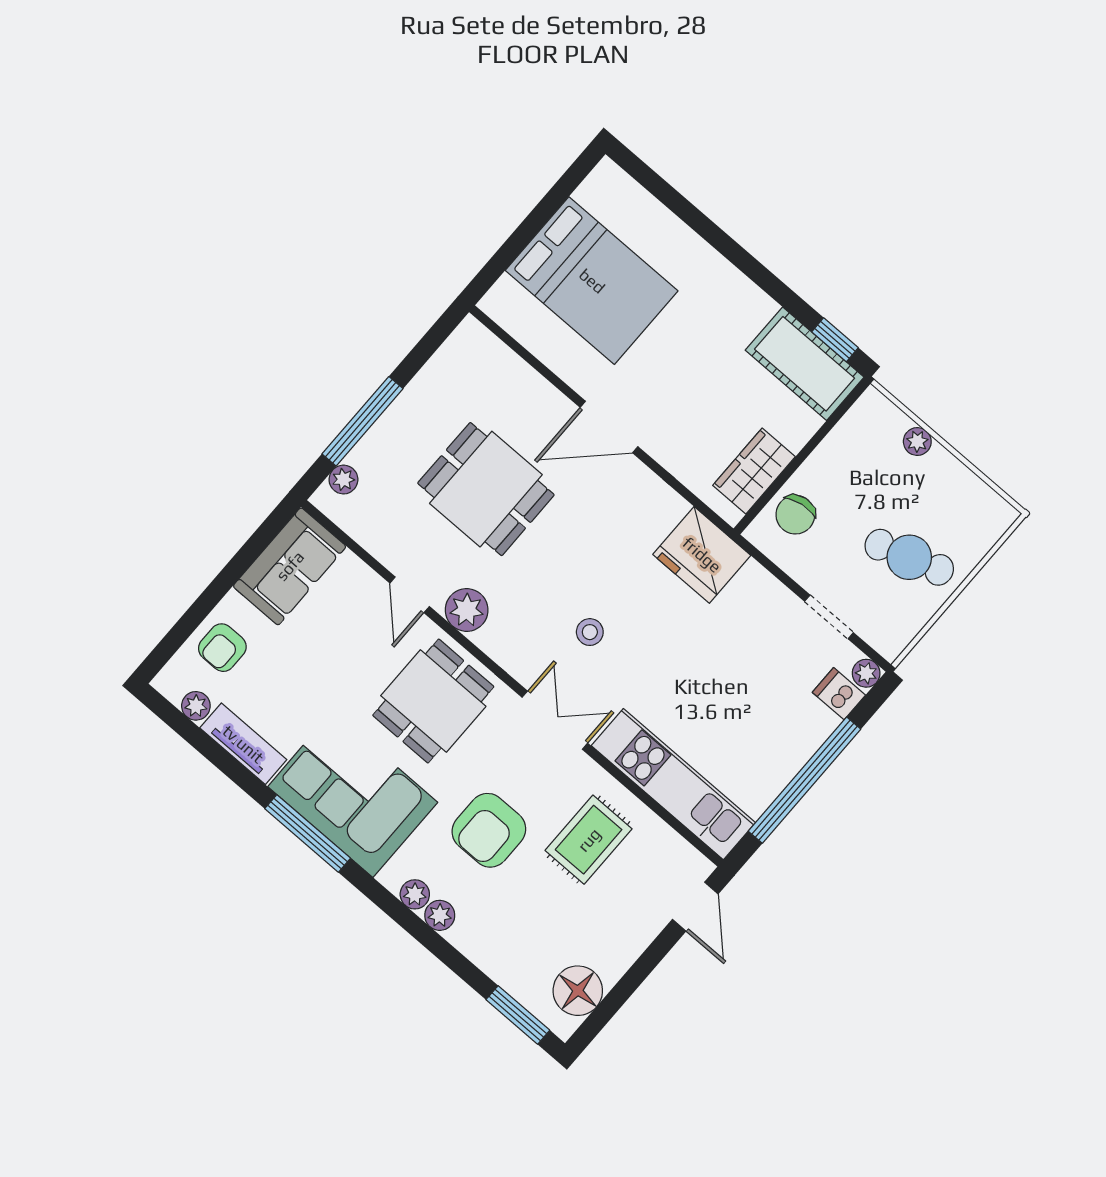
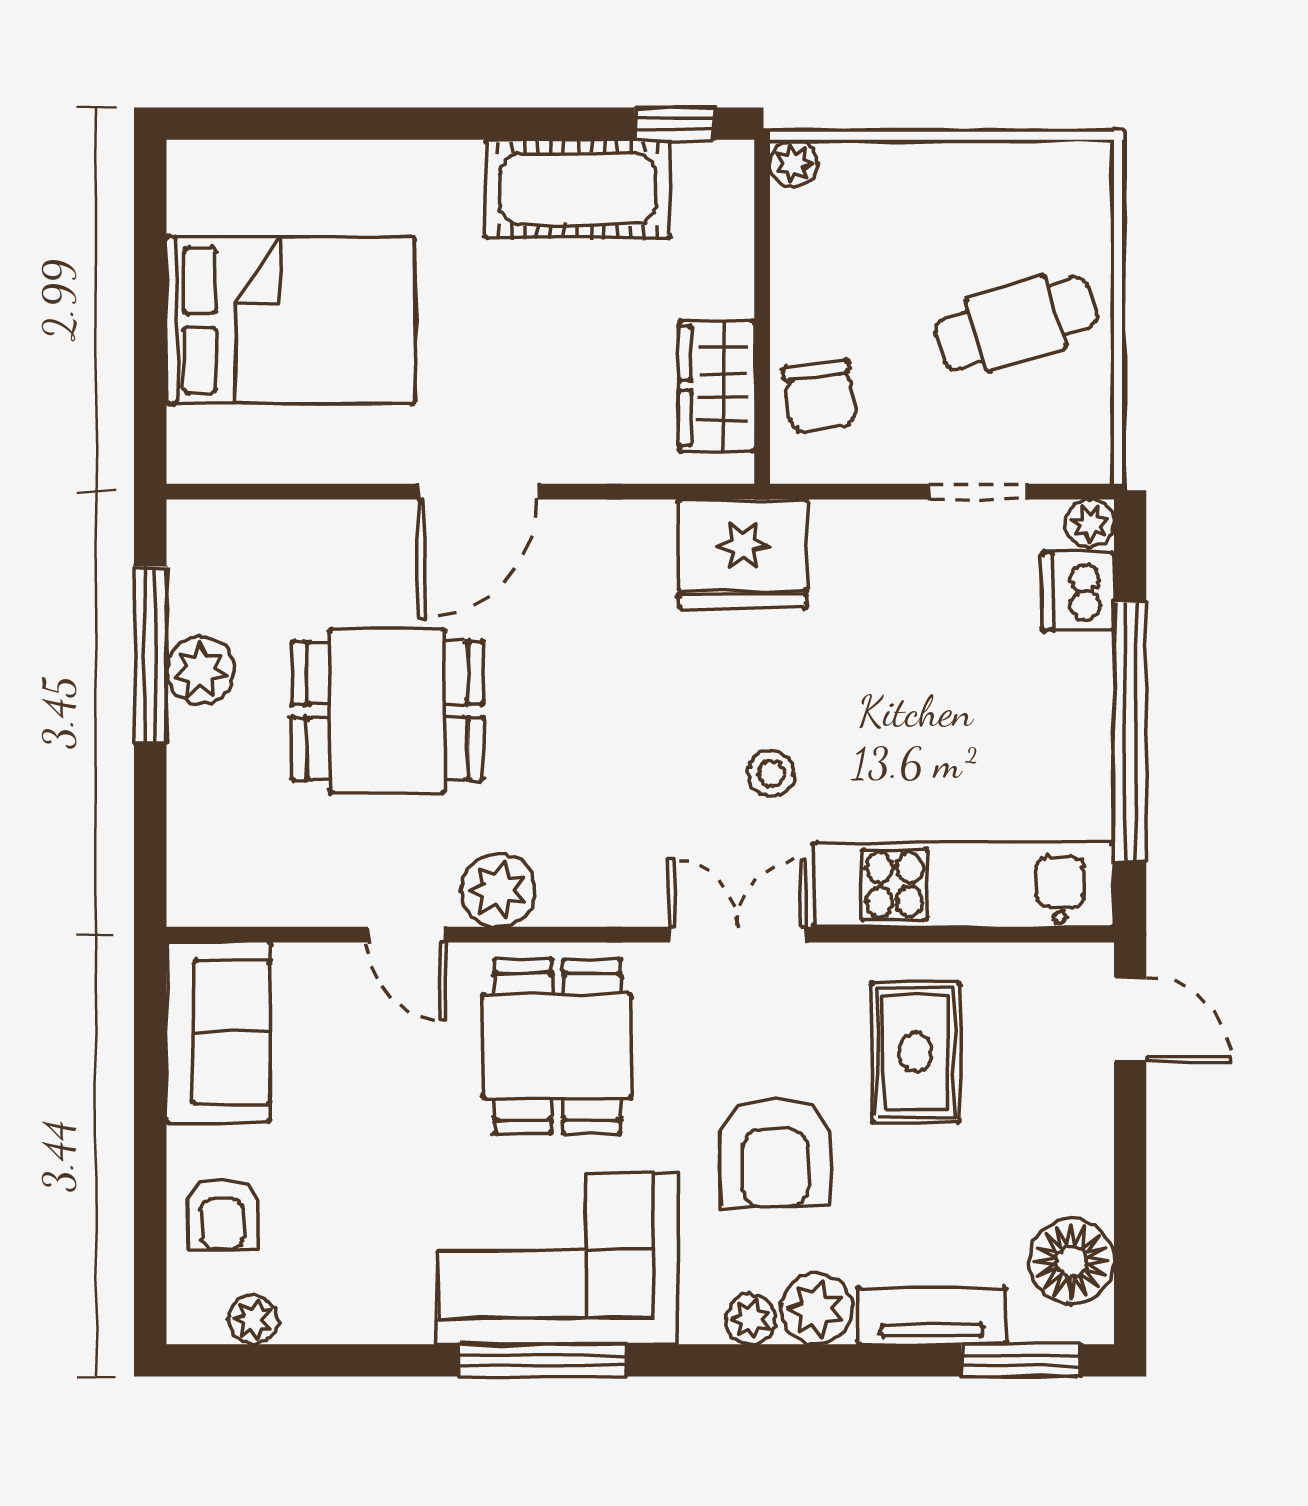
cot: (805, 364) -> (578, 189), moved
window: (362, 421) -> (150, 655), moved
plant: (917, 441) -> (794, 164), moved
plant: (343, 480) -> (200, 670), moved, width x1.38, depth x1.38
stool: (590, 632) -> (771, 773), moved
dishwasher: (839, 694) -> (1078, 591), width x1.38
tv unit: (243, 744) -> (932, 1316), moved
plant: (440, 915) -> (816, 1309), width x1.38, depth x1.38

